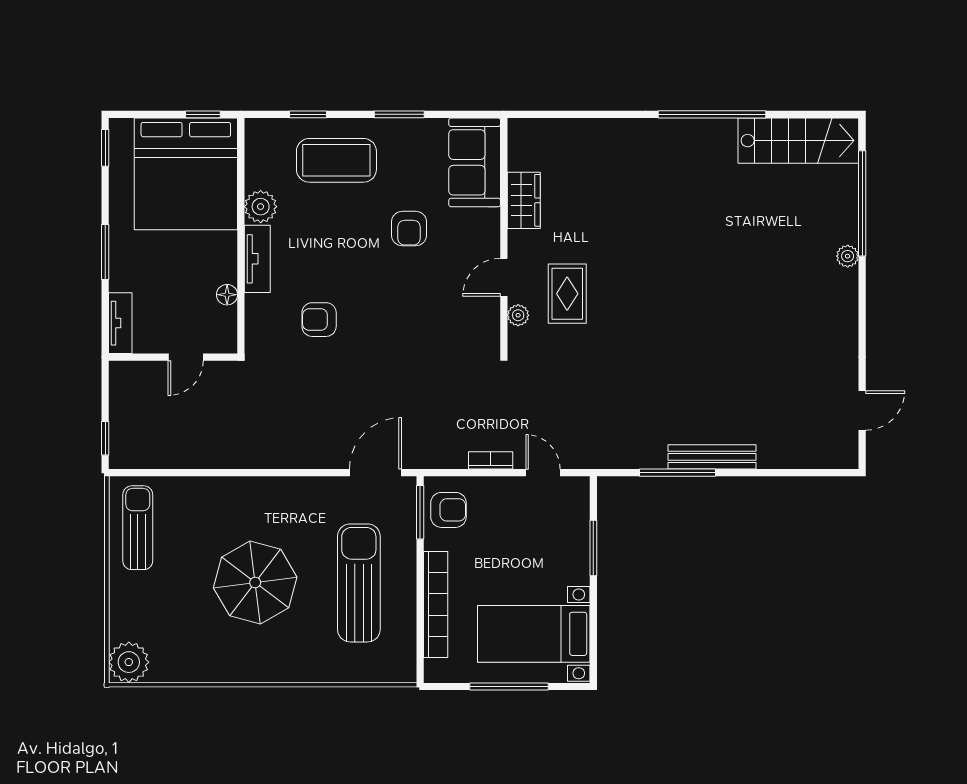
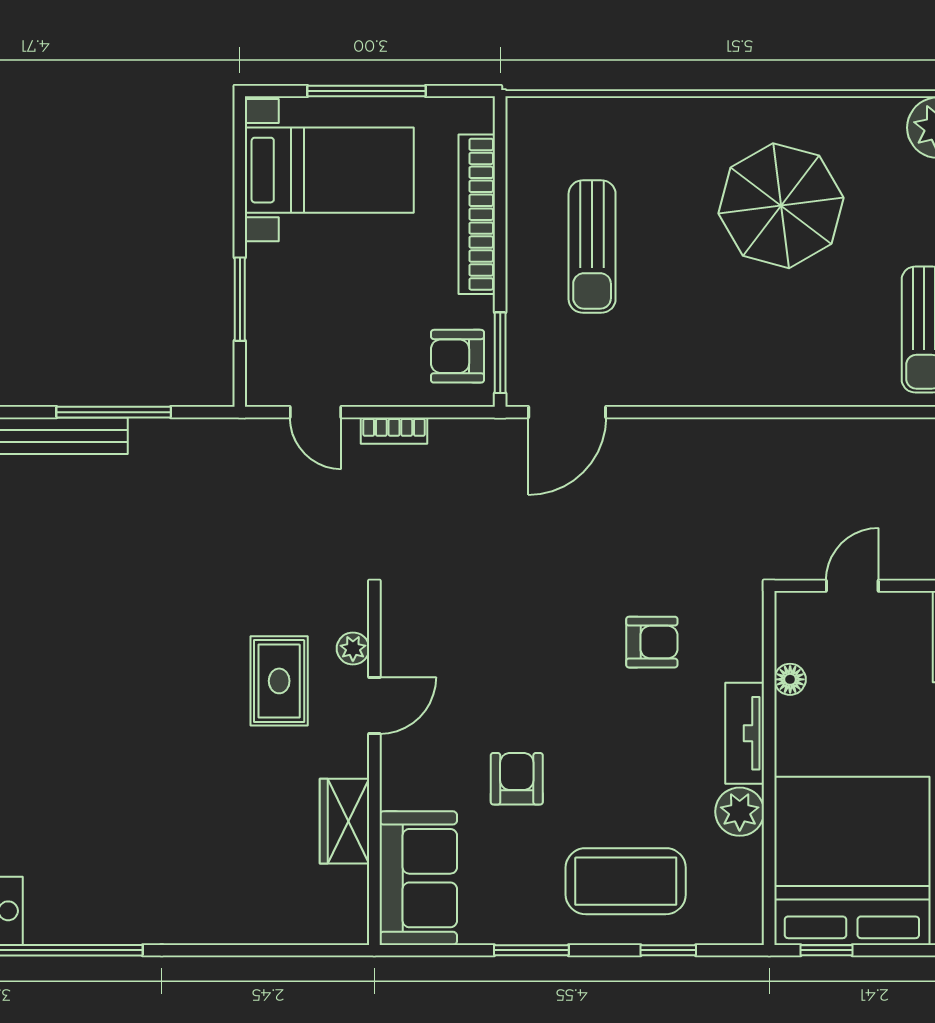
parasol: (255, 582) -> (781, 206), moved
sun lounger: (359, 583) -> (592, 247), width x0.73, depth x0.75

